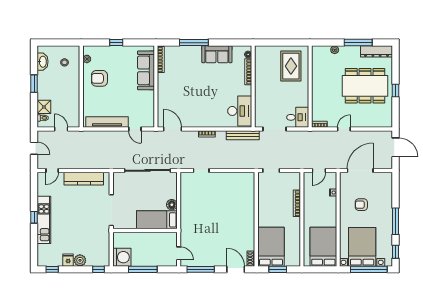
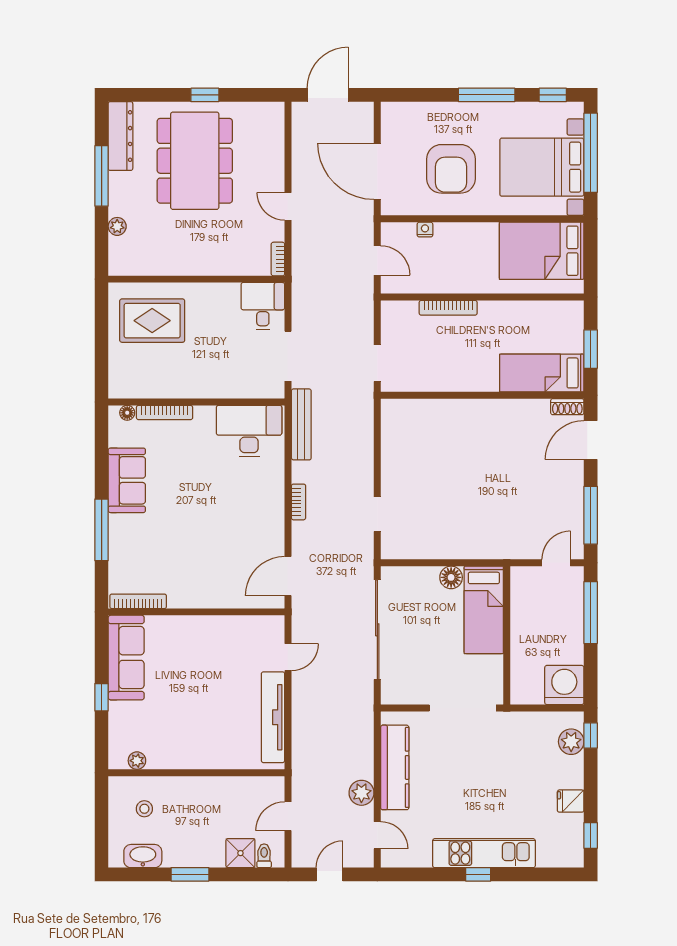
sofa: (146, 70) -> (126, 658), moved, turned -90
armchair: (99, 78) -> (179, 733), removed
plant: (72, 163) -> (361, 793), added
armchair: (361, 205) -> (451, 169), width x1.88, depth x1.88
bed: (271, 247) -> (542, 373), width x0.67
plant: (80, 260) -> (571, 742), moved
window: (143, 269) -> (591, 613), moved

